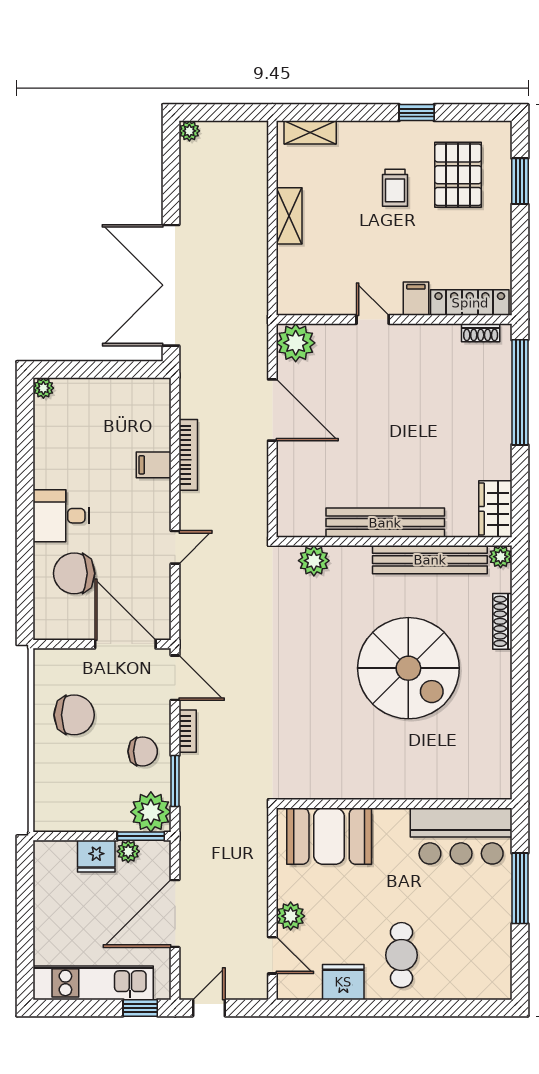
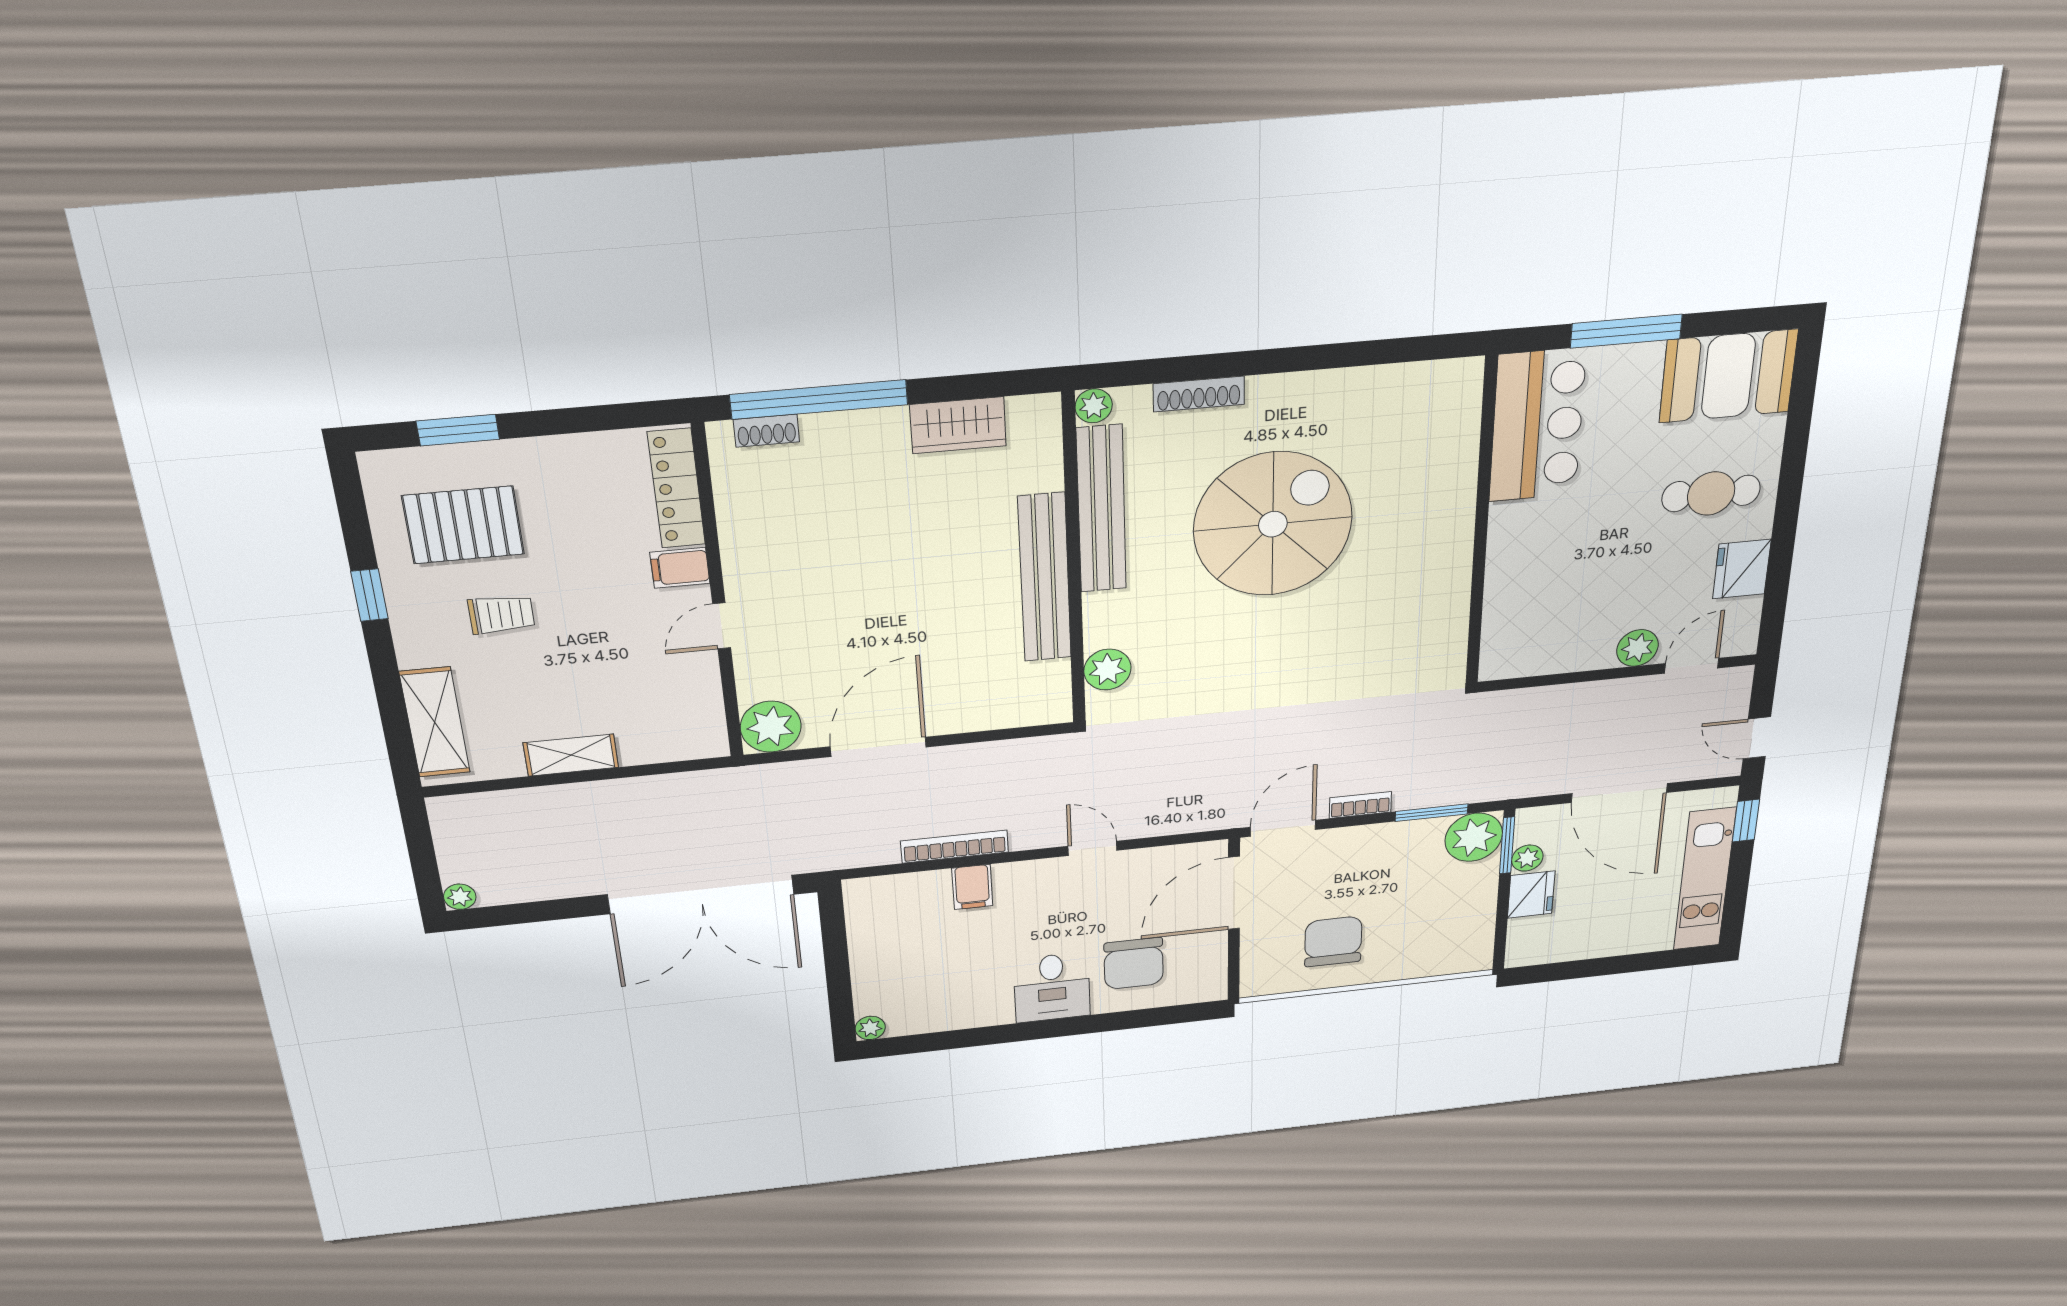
shelving: (310, 132) -> (435, 722), width x1.50, depth x1.33
shoe rack: (481, 333) -> (766, 431), moved, turned 90
wardrobe: (495, 509) -> (958, 425), moved
chair: (143, 751) -> (1388, 856), removed
booth: (329, 836) -> (1728, 376), moved, turned 90

